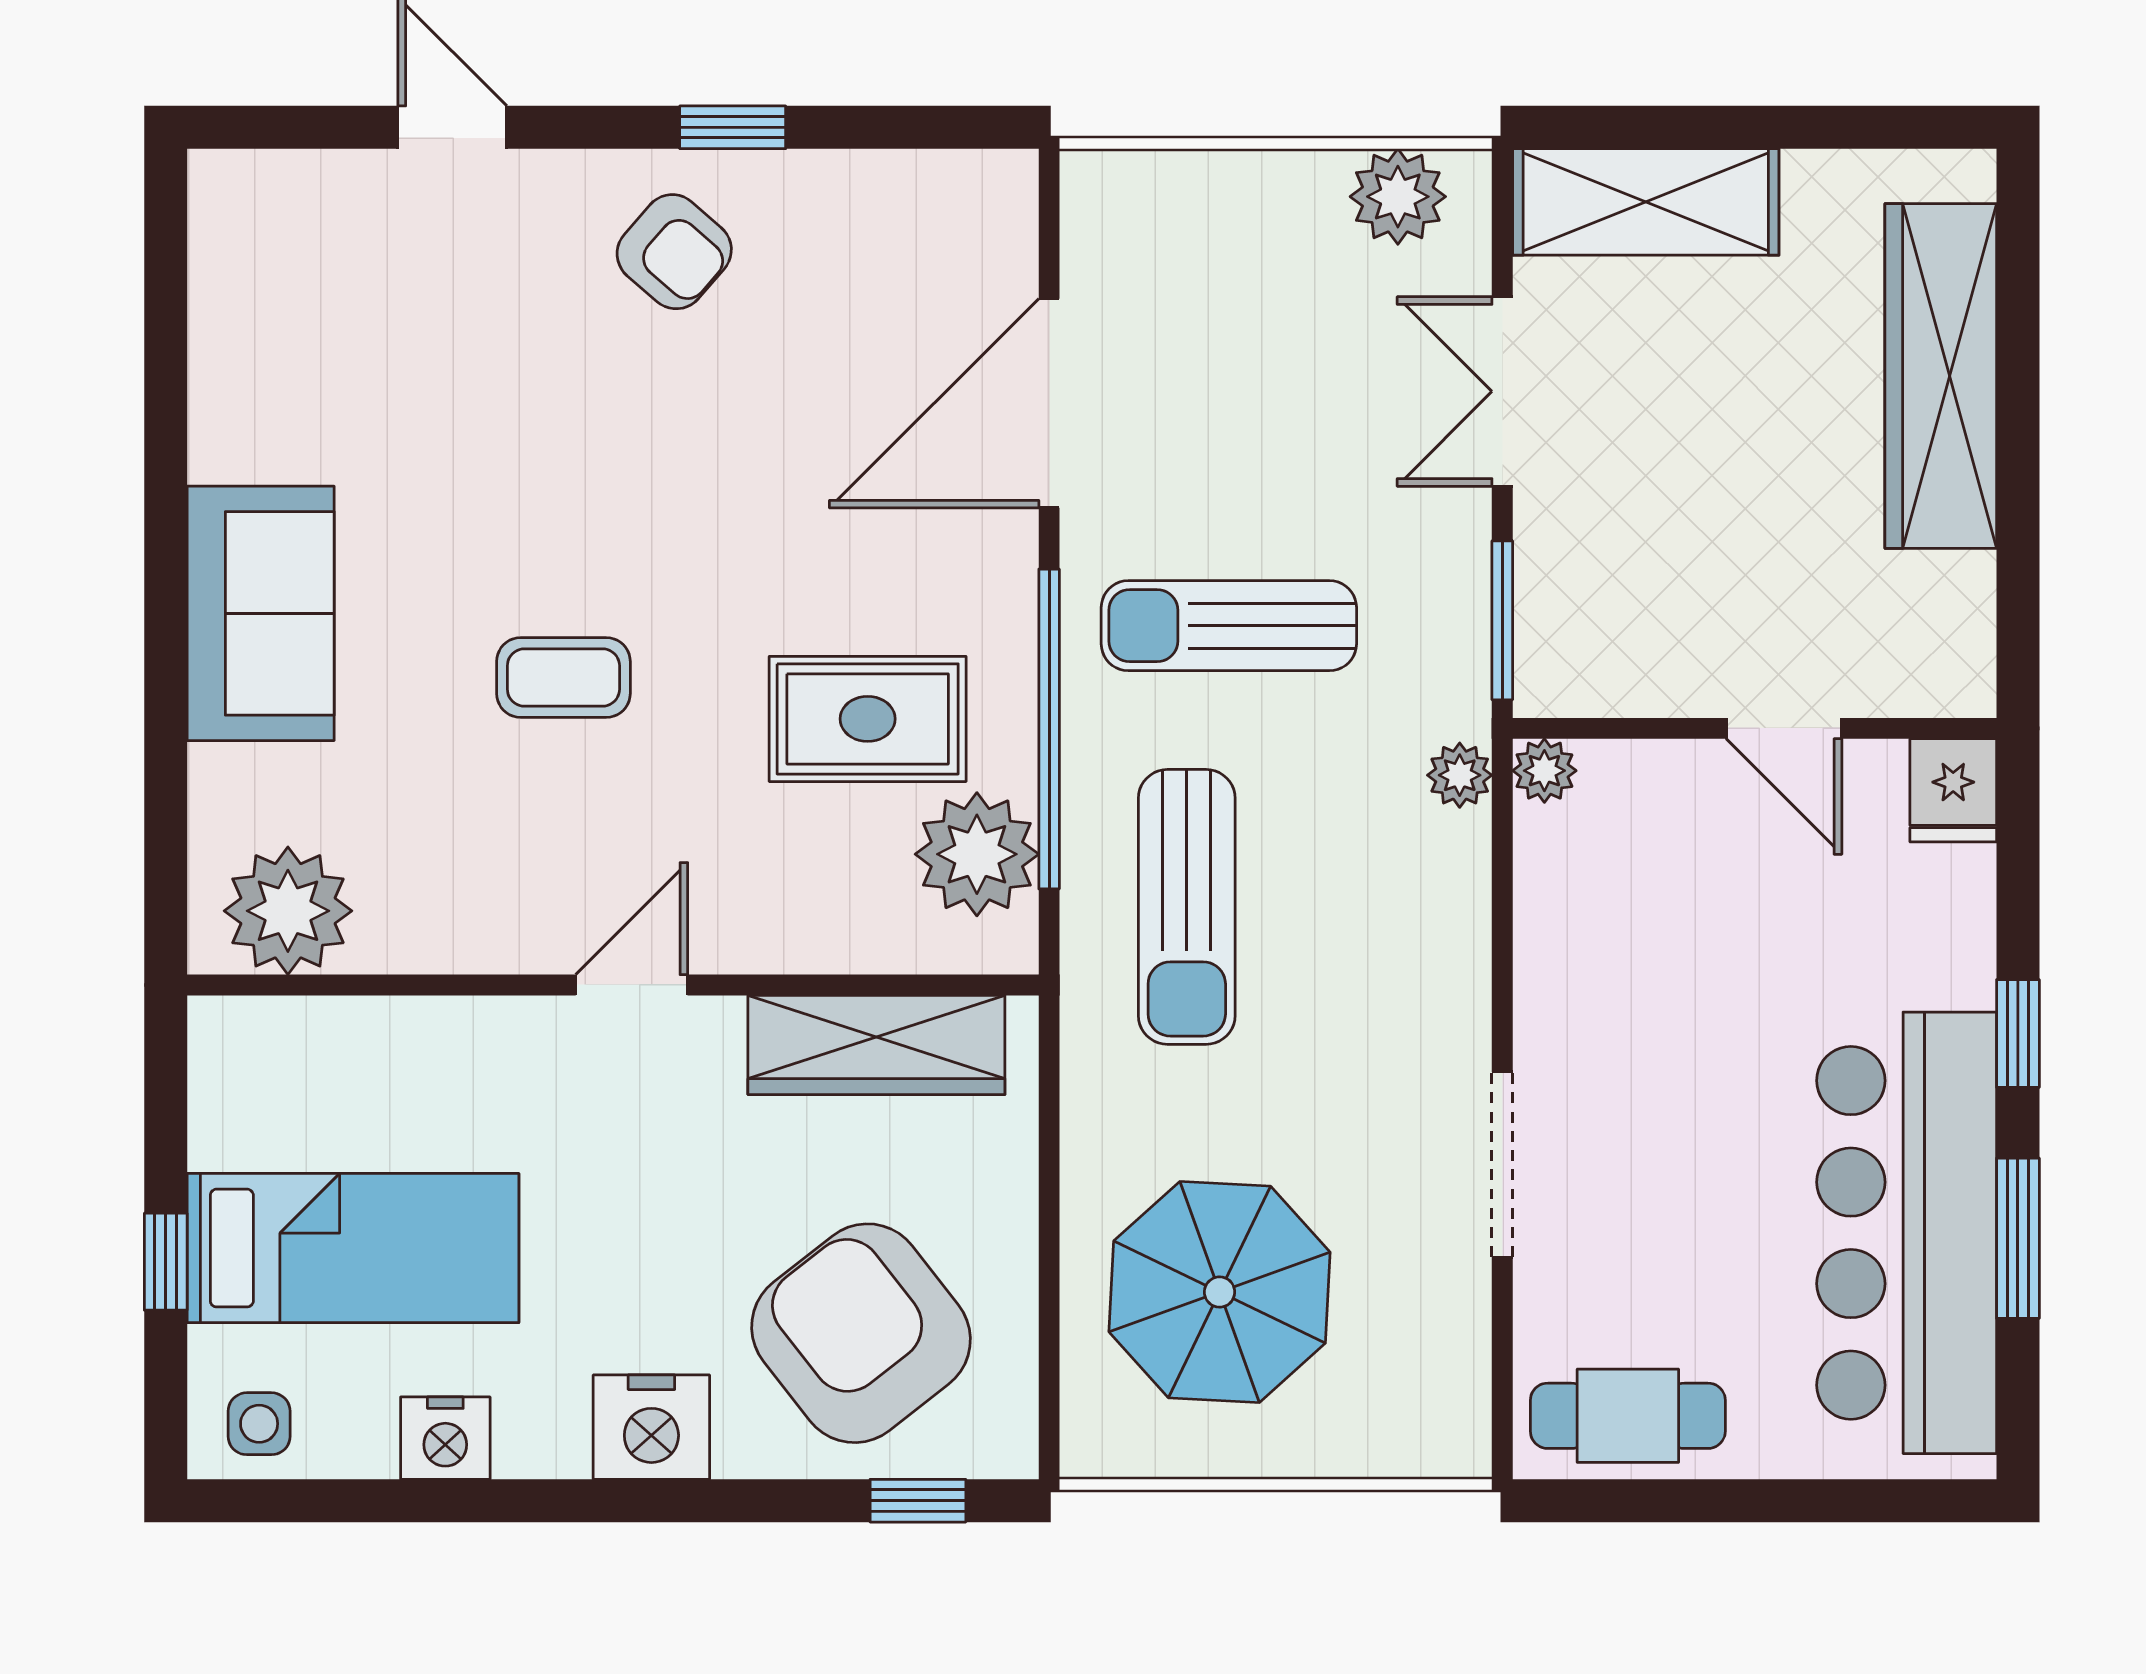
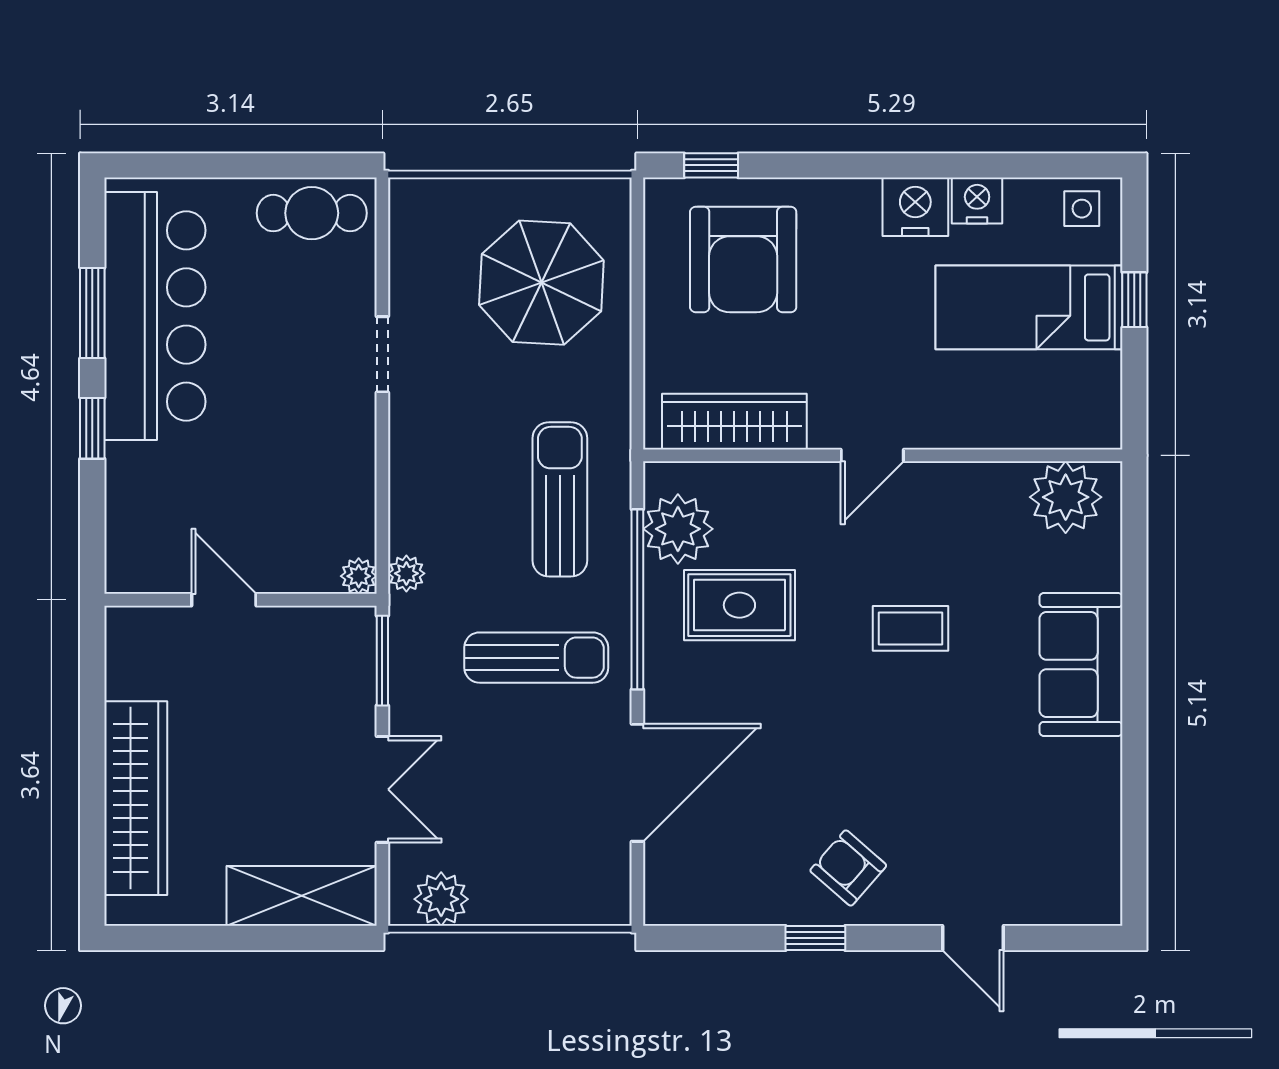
fridge: (1953, 790) -> (129, 565), removed
doorway: (1502, 1165) -> (382, 354), width x0.73
armchair: (861, 1333) -> (743, 260), turned 38
nightstand: (651, 1427) -> (915, 207), moved

